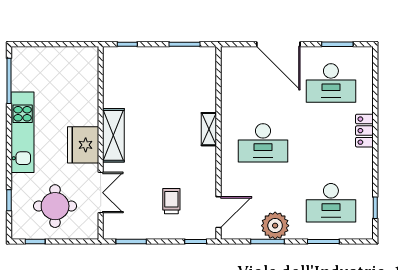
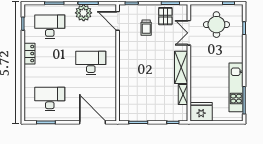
door: (278, 44) -> (92, 122), moved
shelving: (209, 129) -> (183, 95), moved
locker: (364, 131) -> (30, 54), moved
kitchen unit: (23, 132) -> (236, 87), moved
fridge: (83, 145) -> (201, 112), moved, turned -90
door: (219, 212) -> (118, 21), hinge flipped
pallet: (139, 220) -> (165, 16), added

